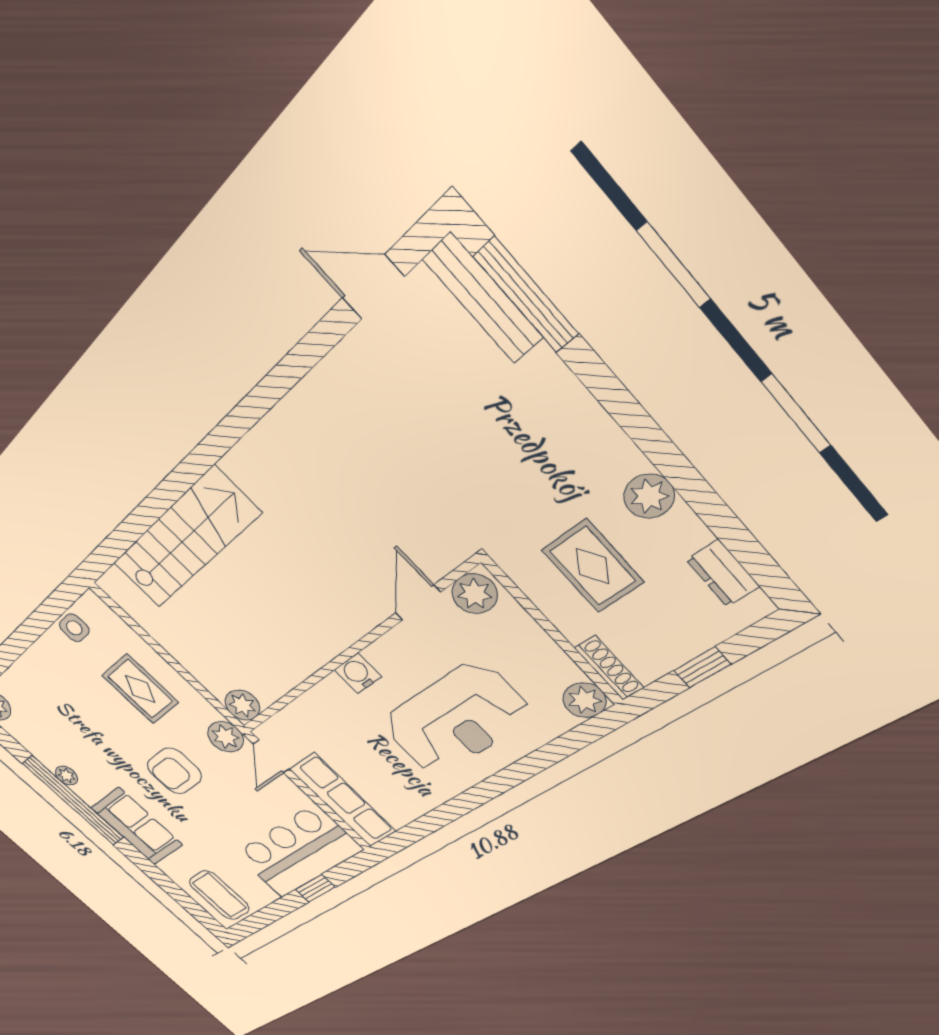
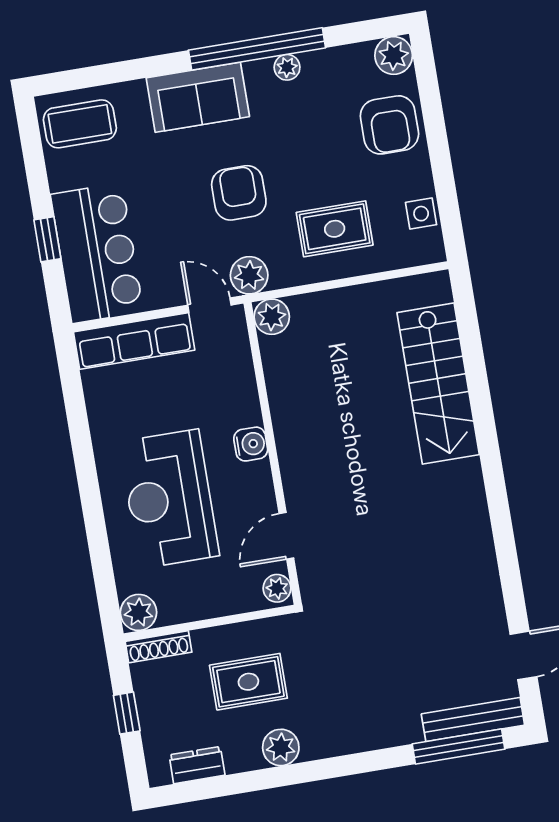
plant: (475, 594) -> (277, 588), width x0.73, depth x0.73
door: (418, 603) -> (286, 536), swing flipped
armchair: (38, 685) -> (389, 125), added

